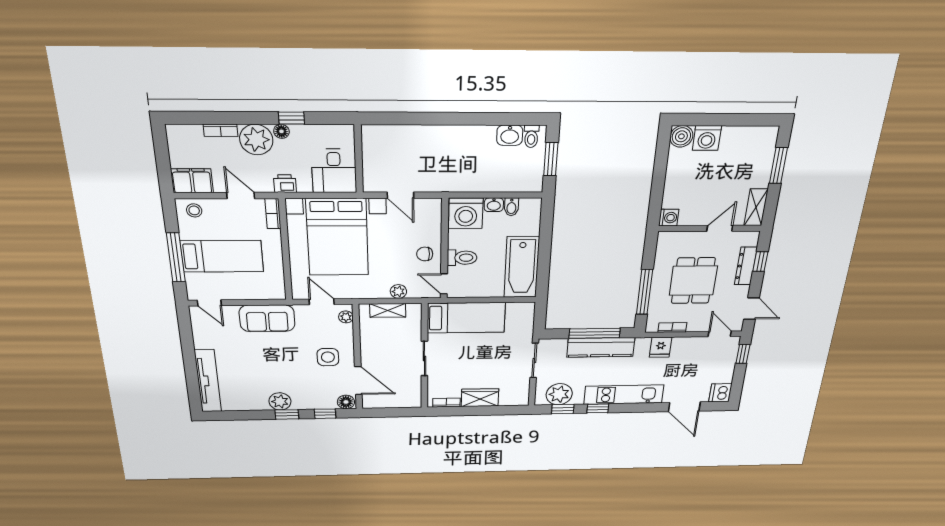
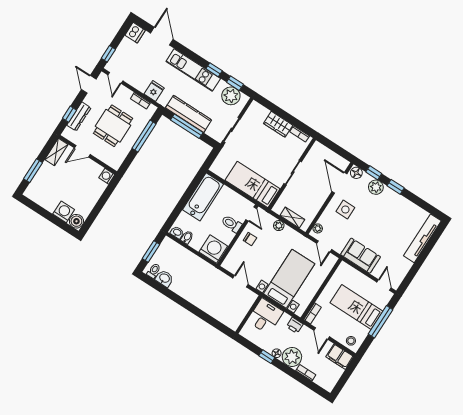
washbasin: (494, 205) -> (177, 232), moved
bed with nightstands: (337, 237) -> (289, 279), width x0.73
plant: (280, 401) -> (376, 187), moved

